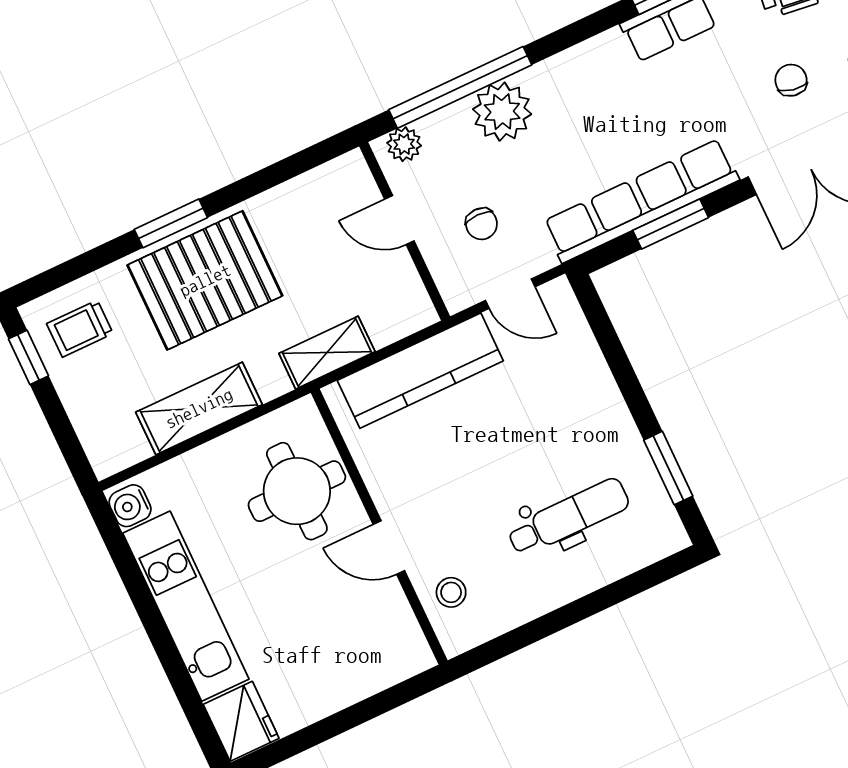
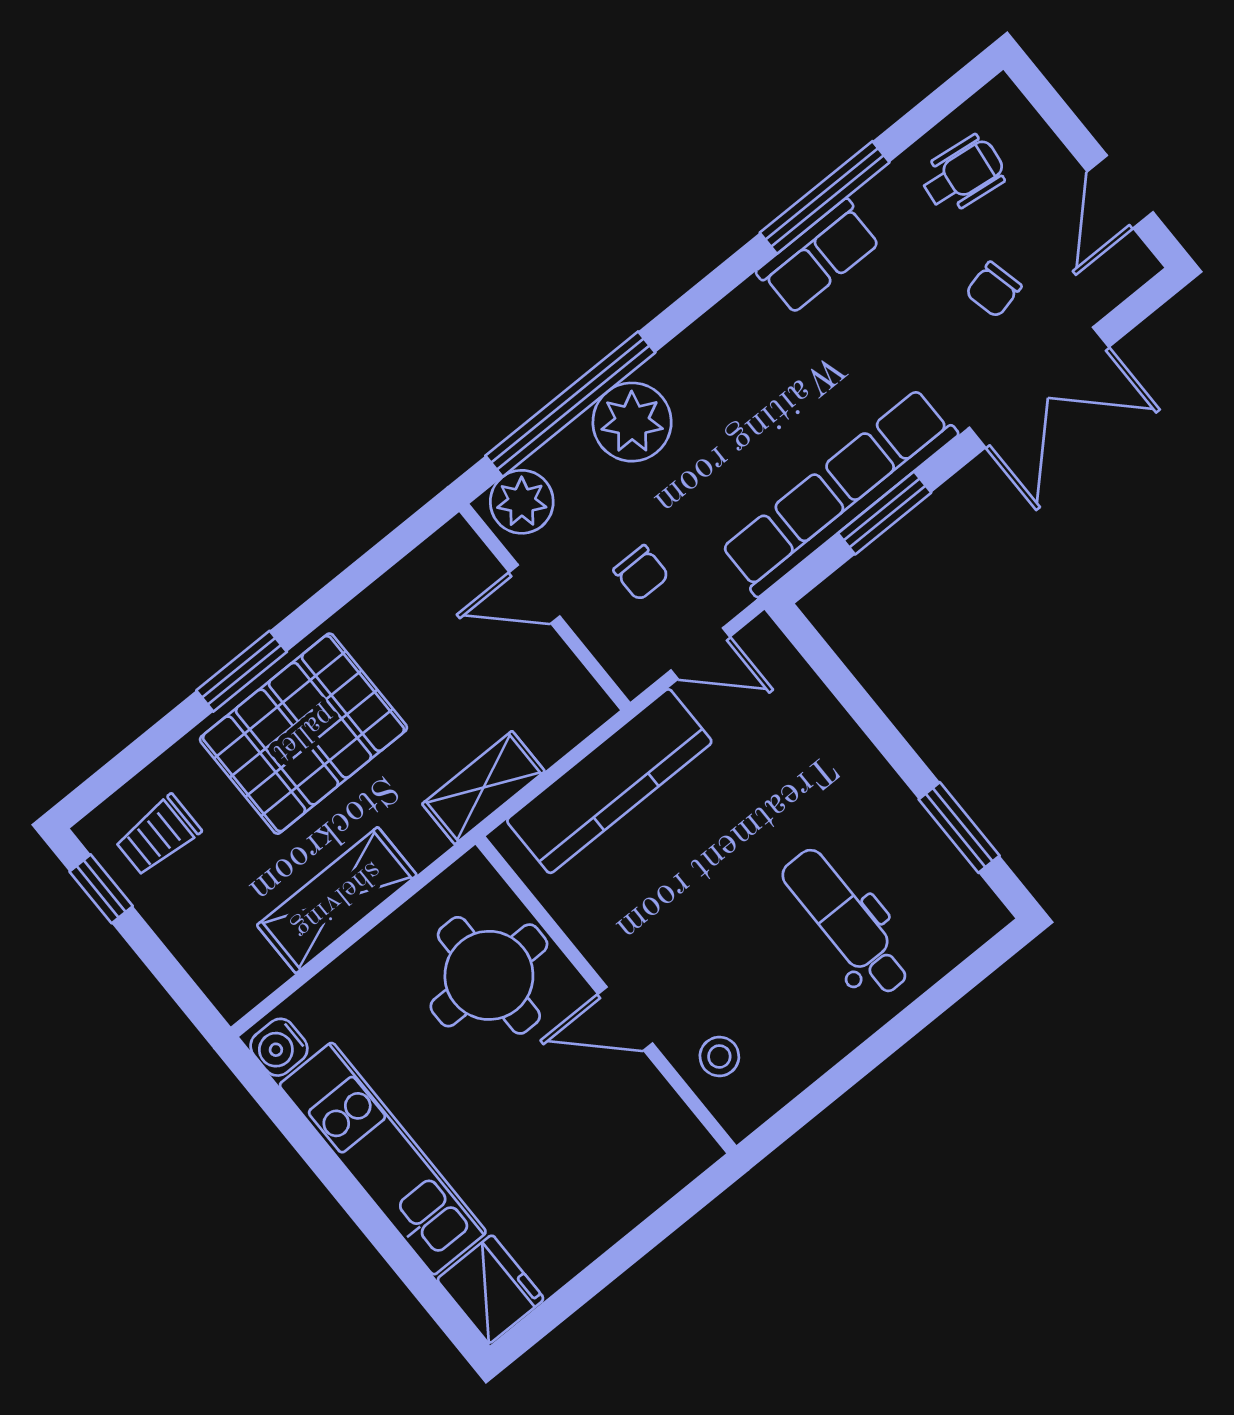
chair: (791, 80) -> (993, 290), turned -114
plant: (404, 144) -> (522, 502), width x1.38, depth x1.38
dental chair: (568, 517) -> (846, 922), turned -90

